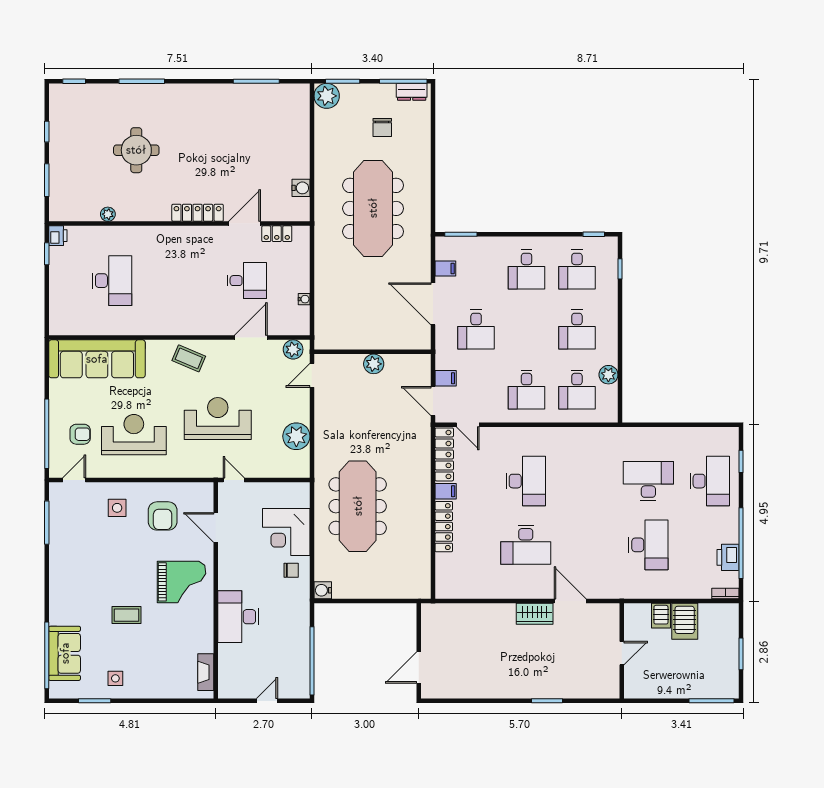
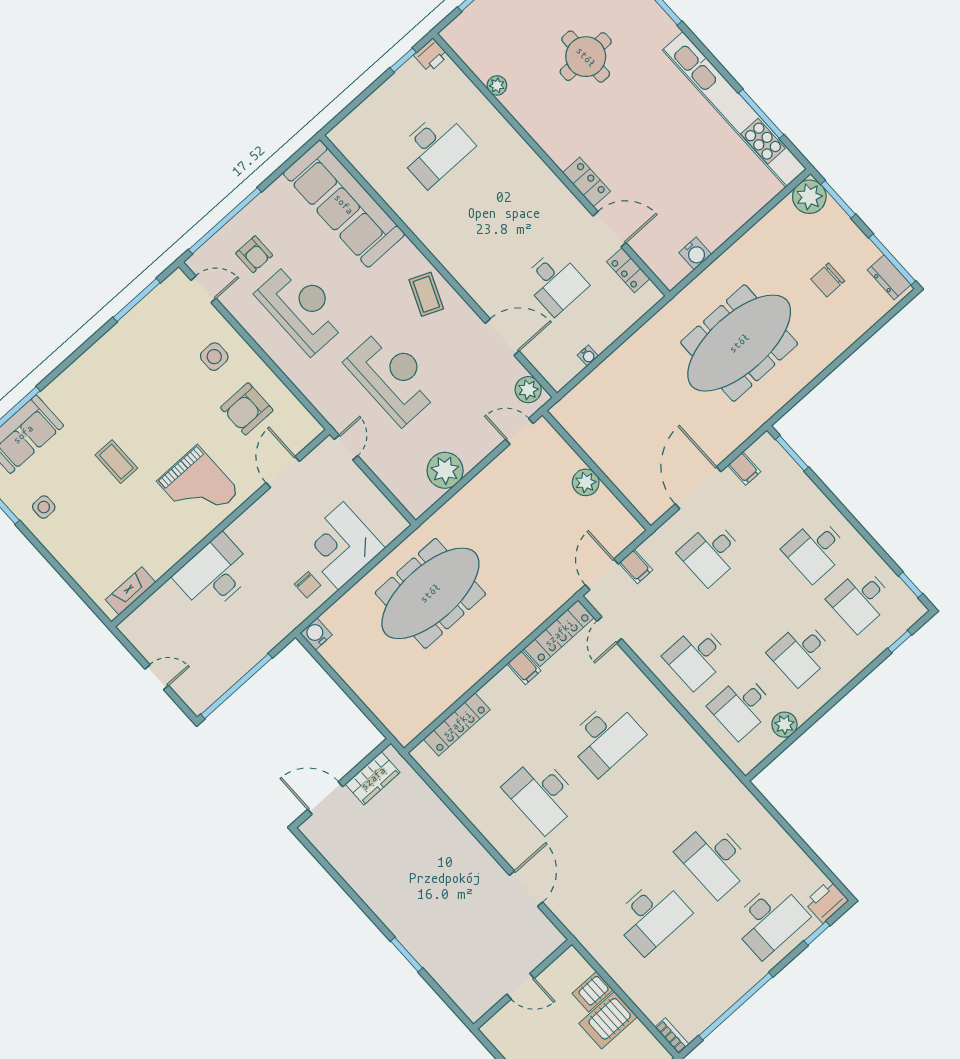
kitchen unit: (240, 94) -> (734, 109), added
locker: (198, 213) -> (586, 182), width x0.66
desk: (648, 481) -> (715, 859), turned 180
locker: (444, 527) -> (457, 724), moved
printer: (728, 557) -> (826, 901), moved
wardrobe: (535, 614) -> (373, 778), moved, turned -90

